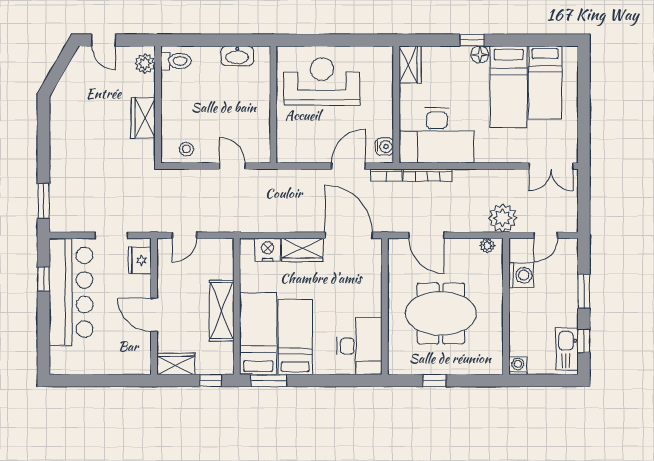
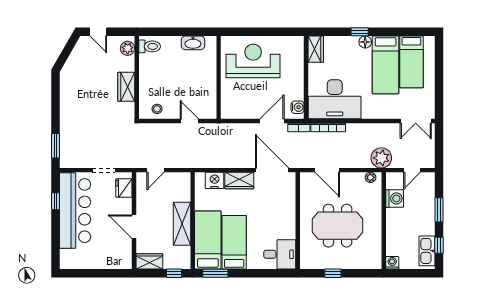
desk: (359, 346) -> (280, 254), width x0.73

